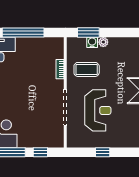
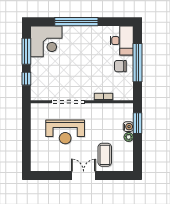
chair: (27, 51) -> (120, 66), added
coffee table: (87, 69) -> (105, 155), moved
window: (103, 152) -> (26, 136), removed

